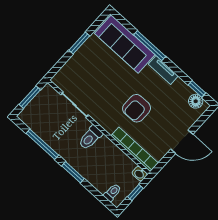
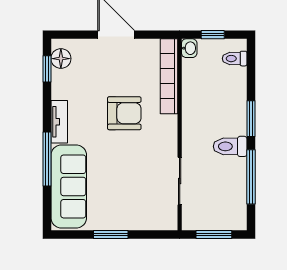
toilet: (90, 137) -> (230, 146), moved, turned 180

